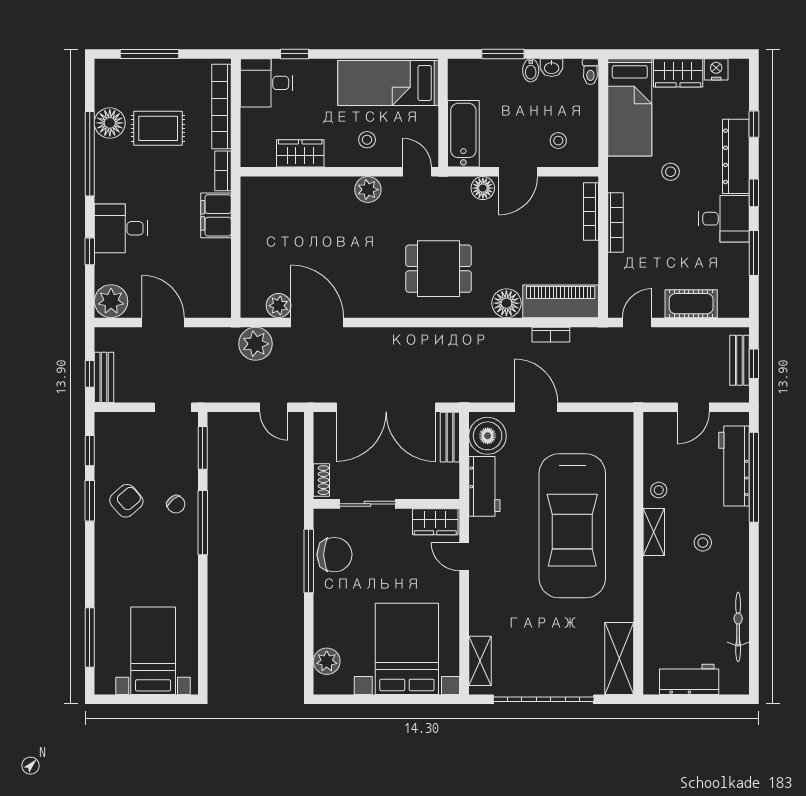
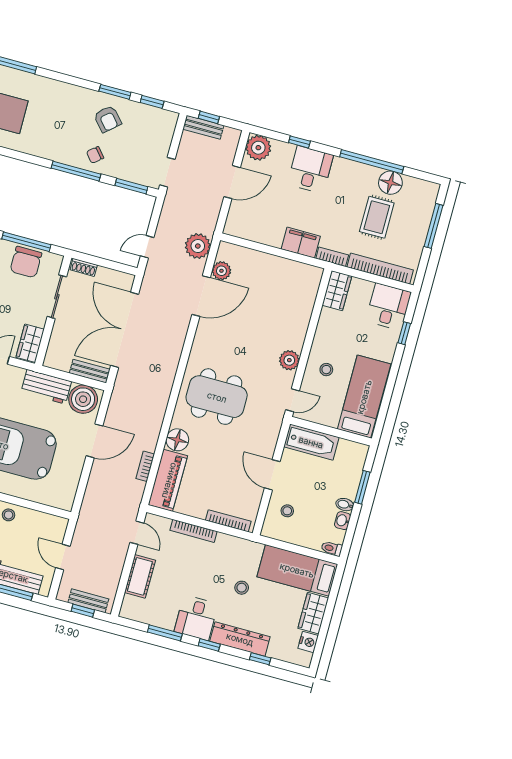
wardrobe: (300, 153) -> (337, 291), moved
floor lamp: (483, 188) -> (267, 445), removed
bookcase: (615, 223) -> (193, 531), moved
dining table: (439, 269) -> (217, 397), width x1.38

